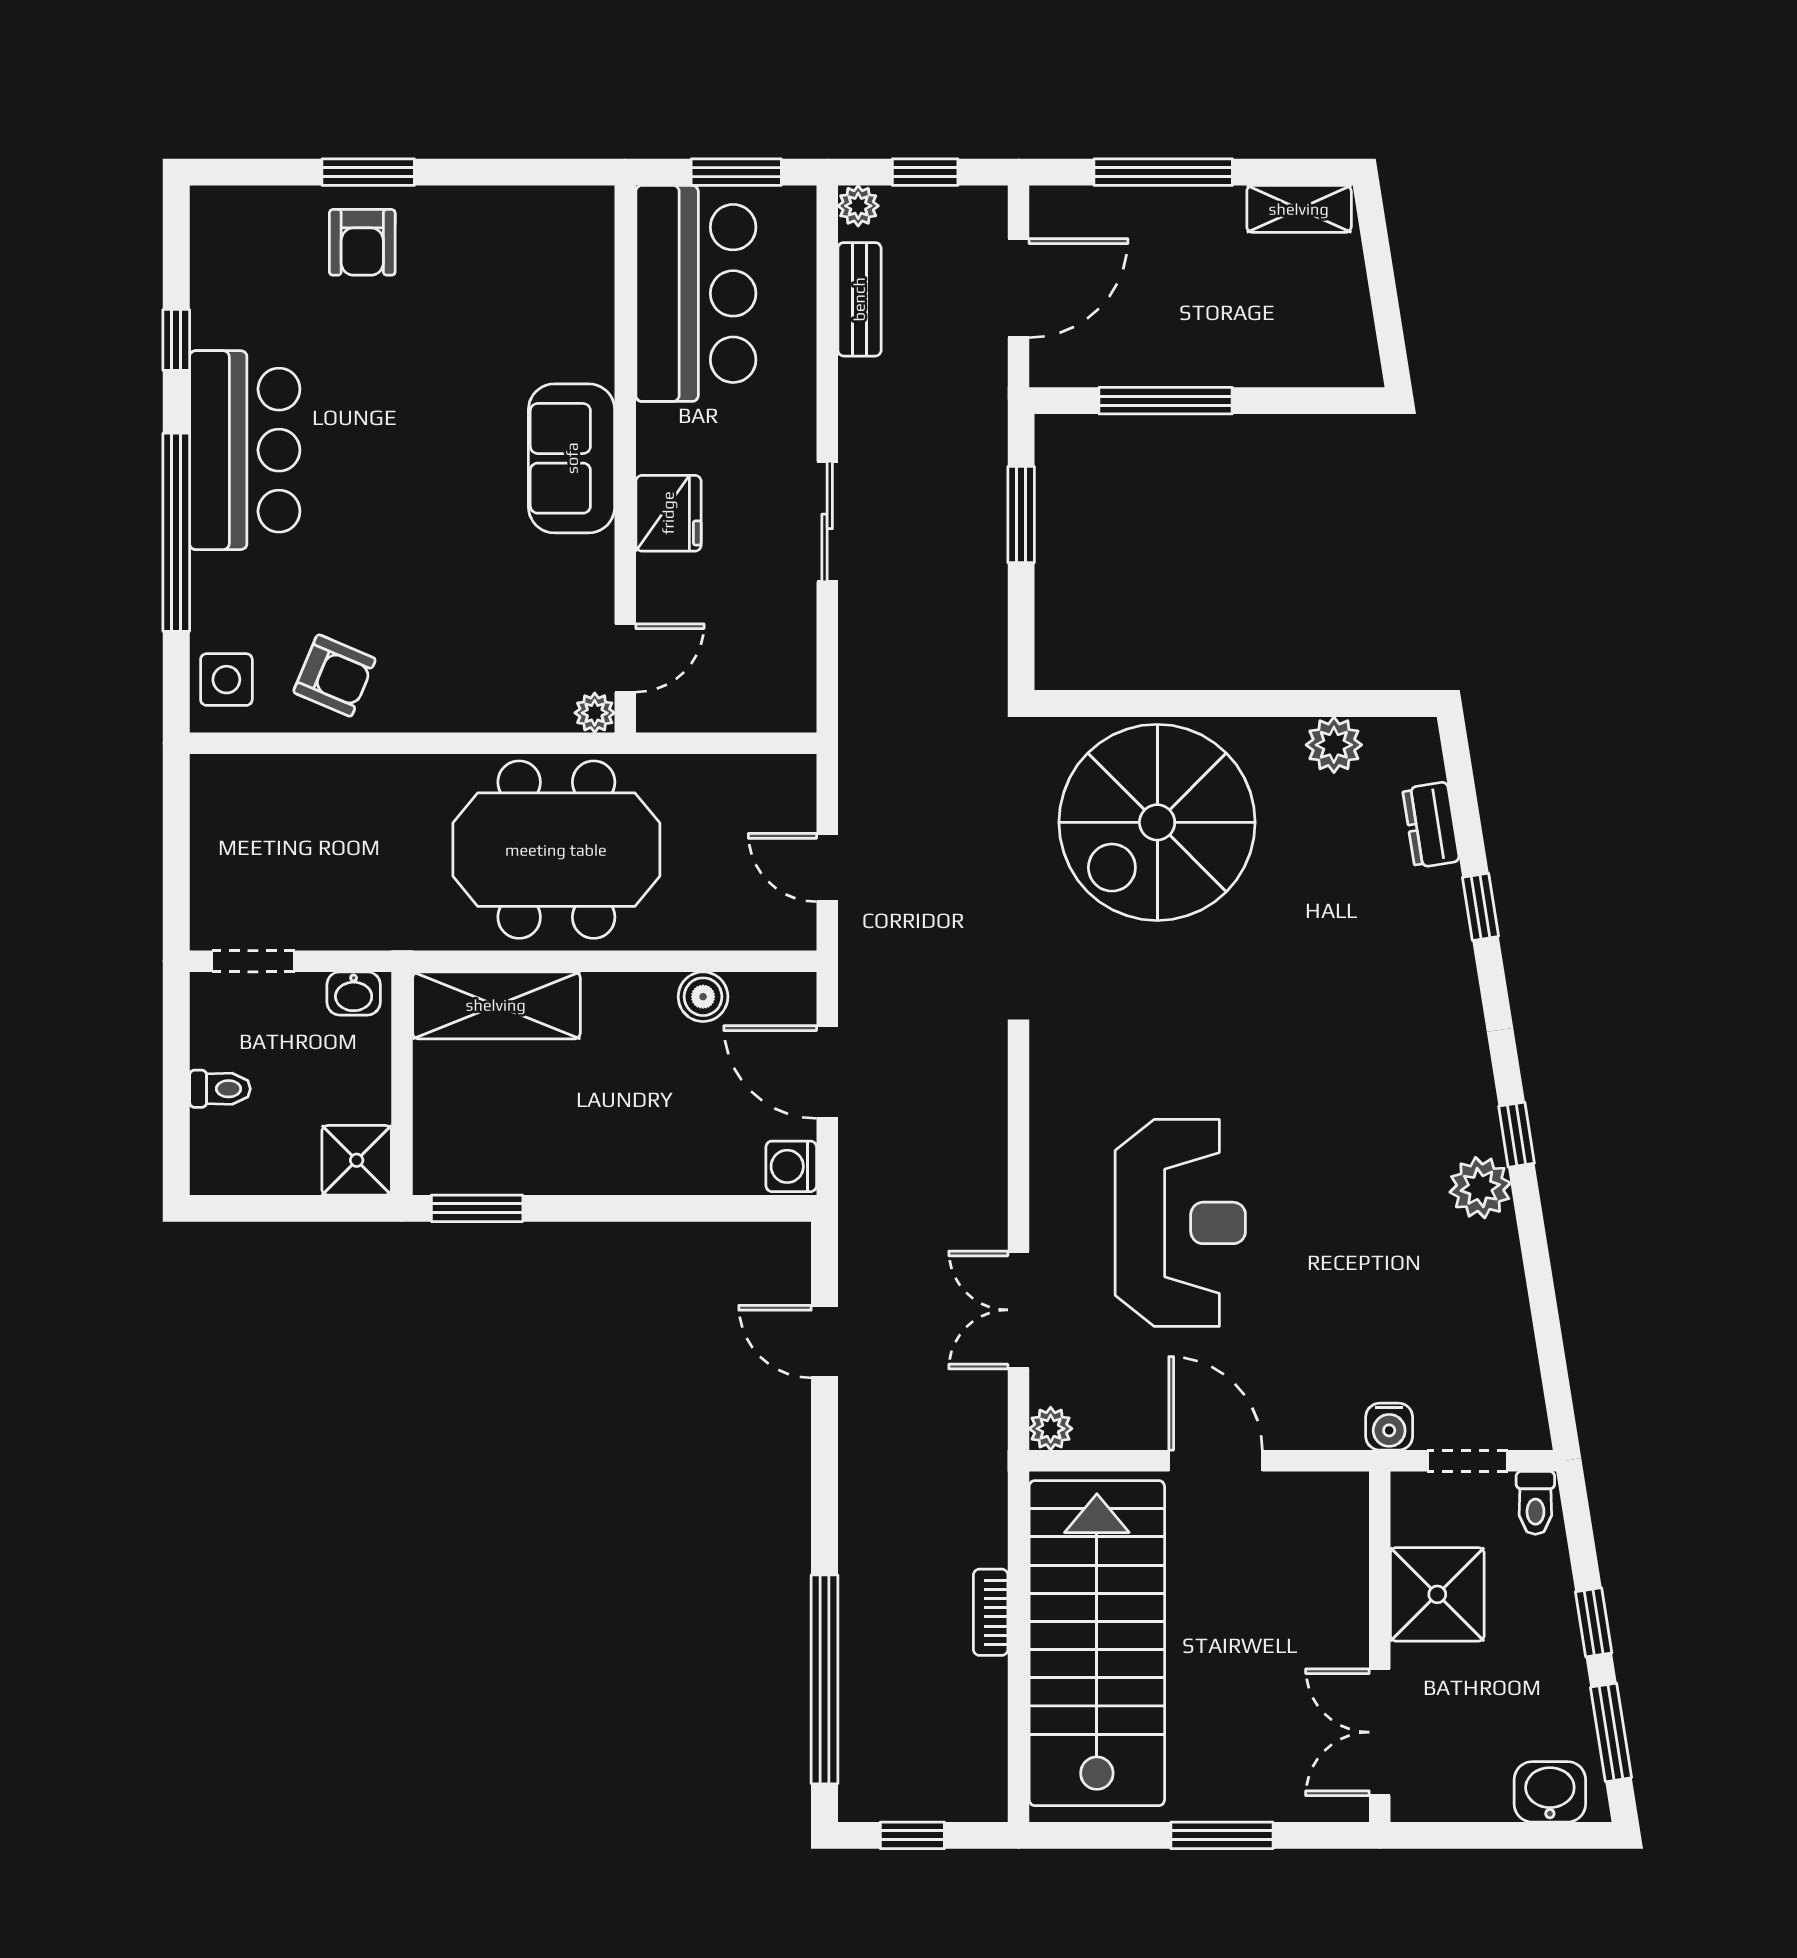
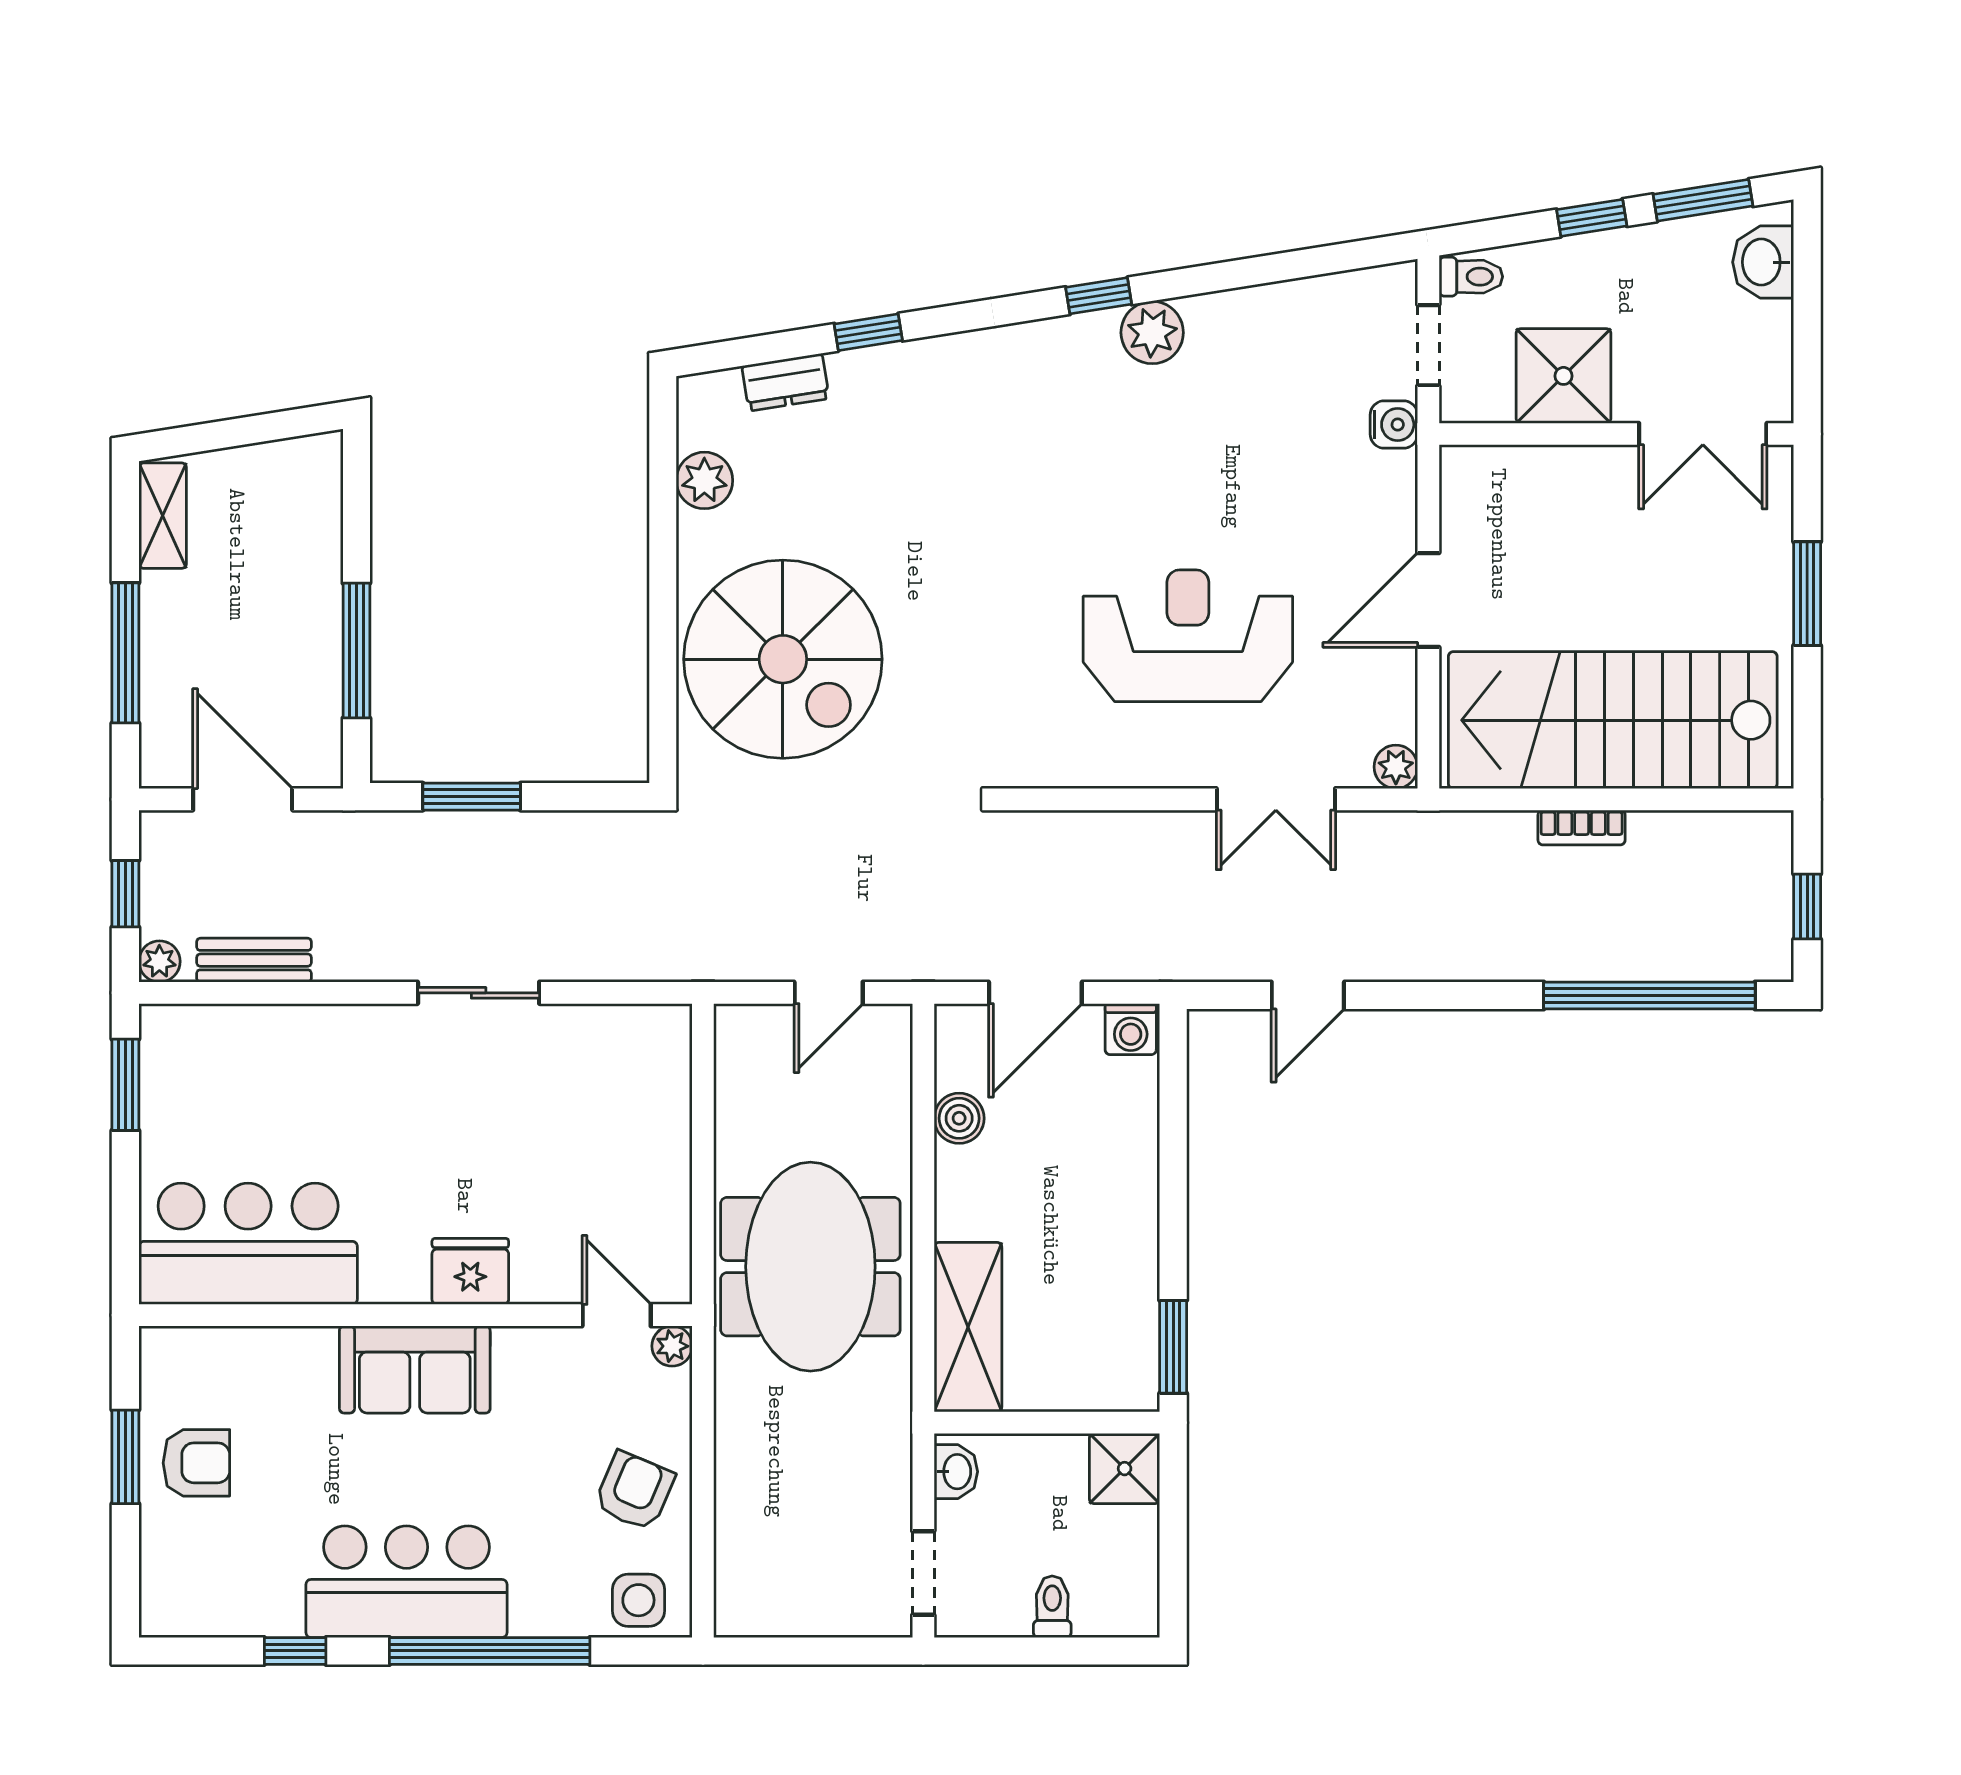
bar counter: (696, 293) -> (248, 1244), moved
sofa: (572, 458) -> (415, 1369), moved
wall: (625, 459) -> (416, 1315), moved
fridge: (668, 513) -> (470, 1271), moved
door: (625, 658) -> (617, 1315), moved
plant: (595, 713) -> (672, 1346), moved

